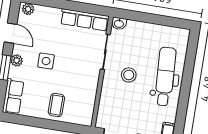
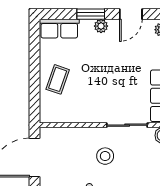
side table: (46, 61) -> (106, 60), removed
coffee table: (56, 105) -> (58, 79), turned -71

